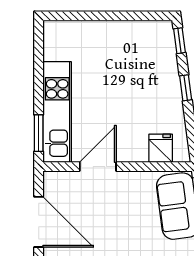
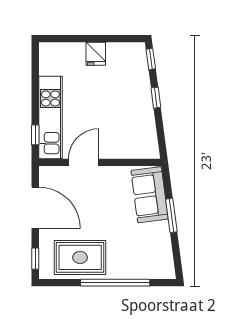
window: (39, 133) -> (35, 135), width x0.67
fridge: (161, 148) -> (96, 54), moved, turned 180

